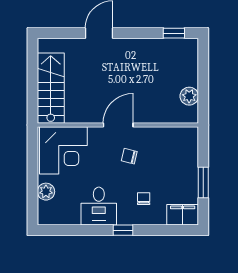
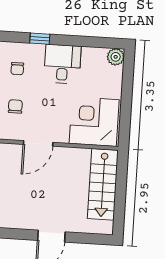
chair: (129, 156) -> (15, 106), moved, turned -104
plant: (46, 192) -> (116, 57), moved

